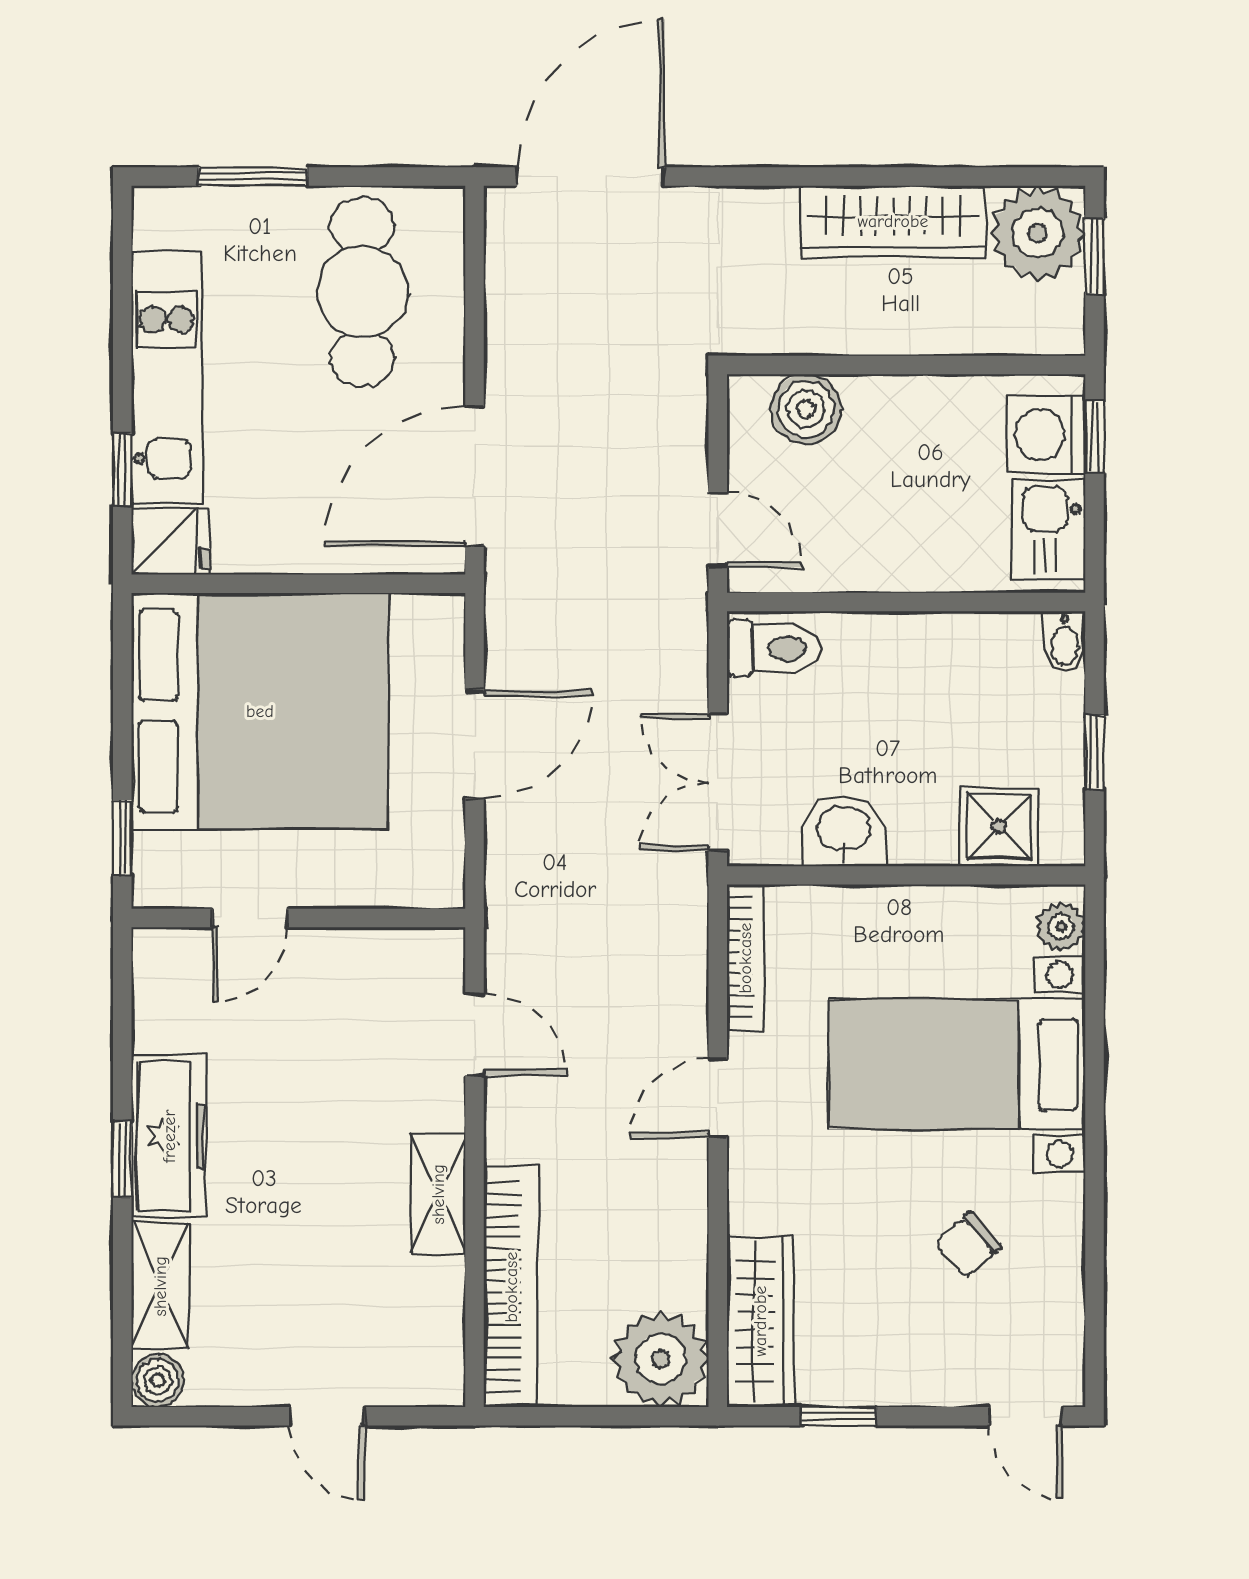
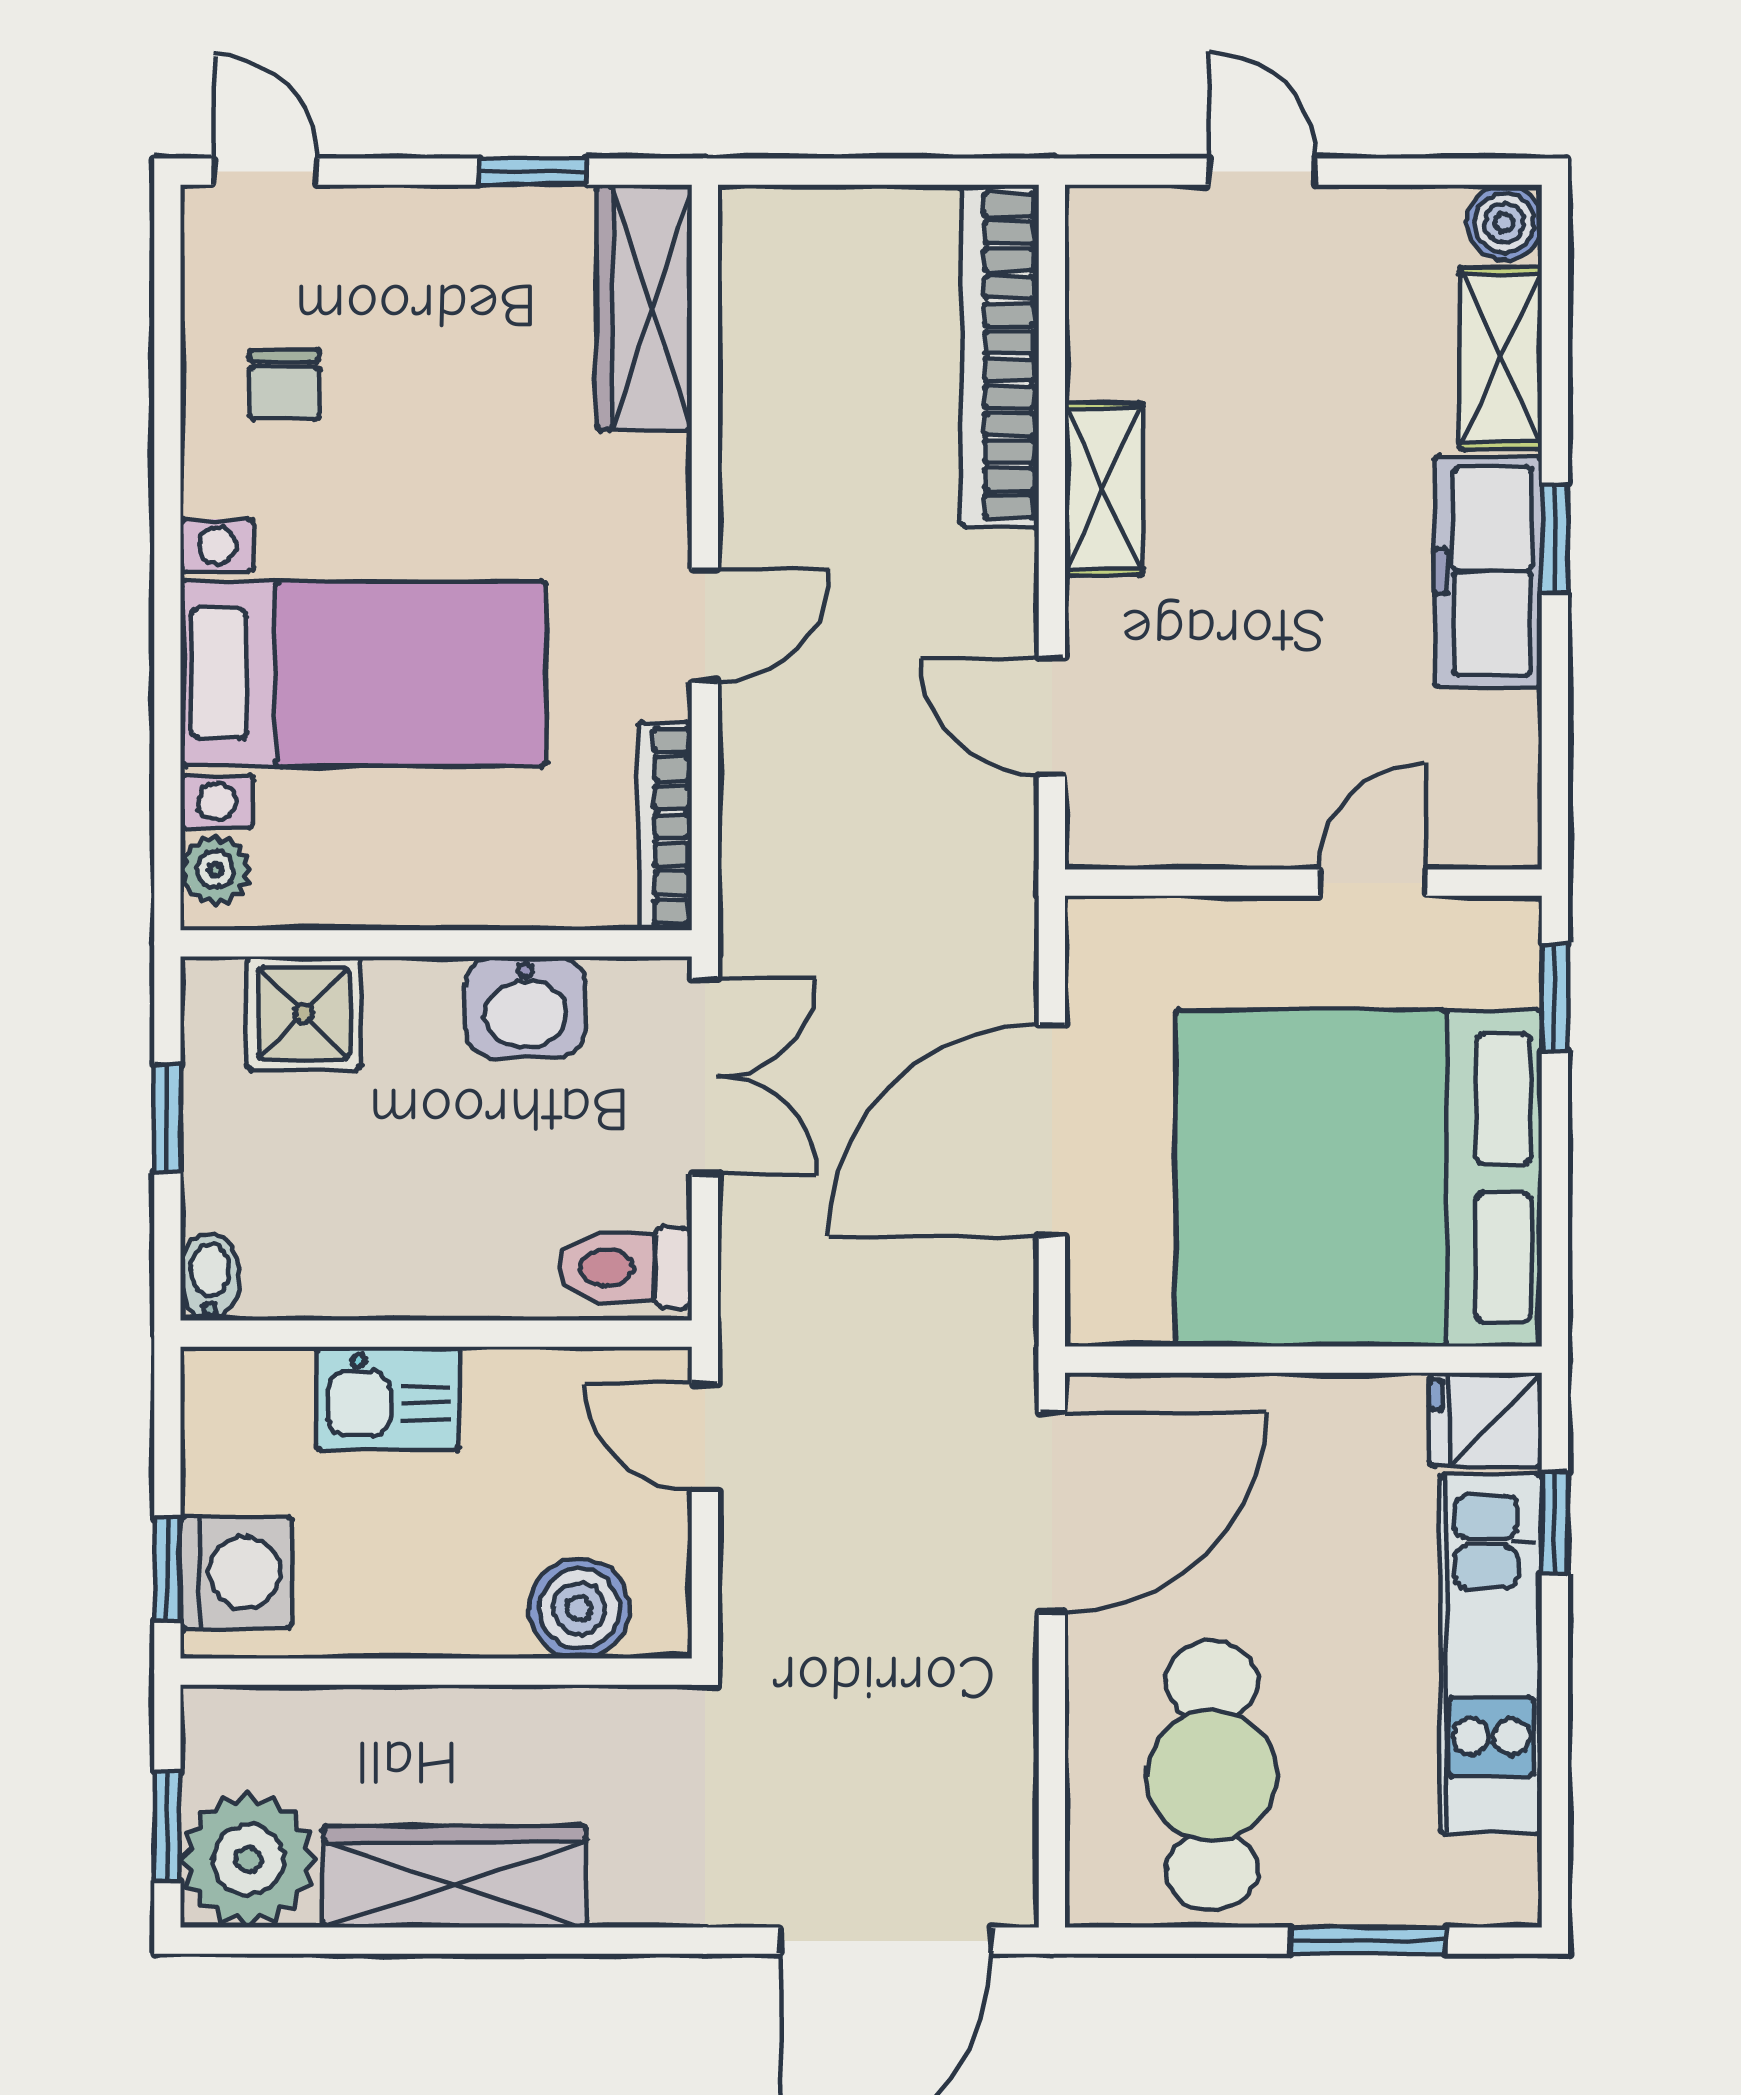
kitchen sink: (1049, 529) -> (387, 1398), moved, turned 90
door: (475, 744) -> (1052, 1131), width x1.36
chair: (968, 1245) -> (284, 385), moved, turned 132
plant: (661, 1359) -> (787, 253), removed

